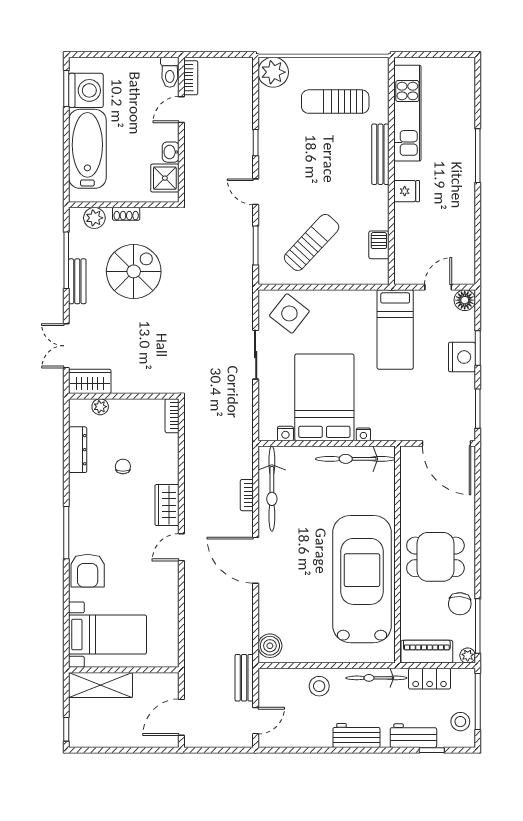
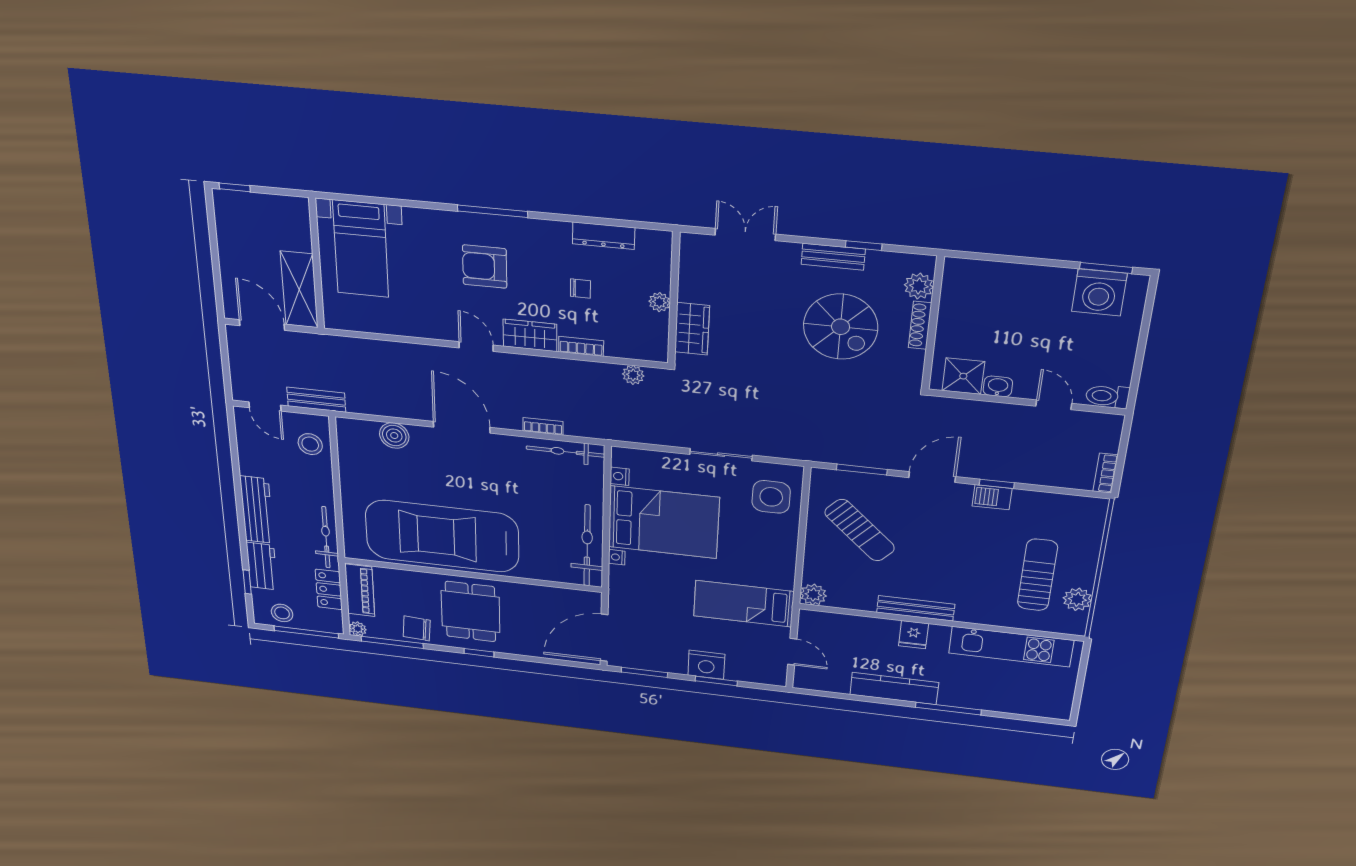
plant: (273, 72) -> (1077, 599), moved, width x0.73, depth x0.73
bookcase: (191, 78) -> (1105, 473), moved, turned 90
bathtub: (87, 149) -> (1016, 287), removed
bench: (380, 154) -> (916, 608), moved
door: (256, 192) -> (932, 477), width x1.38
kitchen counter: (464, 201) -> (894, 688), added
shoe rack: (126, 214) -> (920, 325), width x1.43
barbecue: (379, 245) -> (992, 497), moved, turned 180
window: (66, 260) -> (864, 246), width x0.46
plant: (378, 274) -> (813, 595), added
floor lamp: (465, 300) -> (774, 675), removed
side table: (289, 313) -> (771, 497), turned -38
wardrobe: (90, 381) -> (692, 329), moved
plant: (100, 407) -> (659, 302), moved
bookcase: (172, 416) -> (581, 346), moved
plant: (192, 425) -> (633, 375), added
bicycle: (272, 489) -> (565, 452), width x0.73, depth x0.71
window: (478, 550) -> (479, 653), added
door: (256, 560) -> (462, 427), hinge flipped
armchair: (88, 571) -> (485, 267), moved
car: (362, 579) -> (442, 536), turned 180
boiler: (270, 646) -> (394, 436), moved
shelving: (101, 685) -> (299, 290), moved
stool: (319, 686) -> (310, 444), moved
workbench: (356, 735) -> (257, 510), width x1.38

